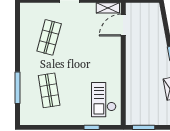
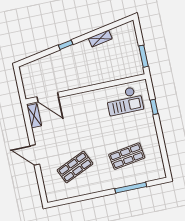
shop shelf: (49, 37) -> (75, 167), turned -39

